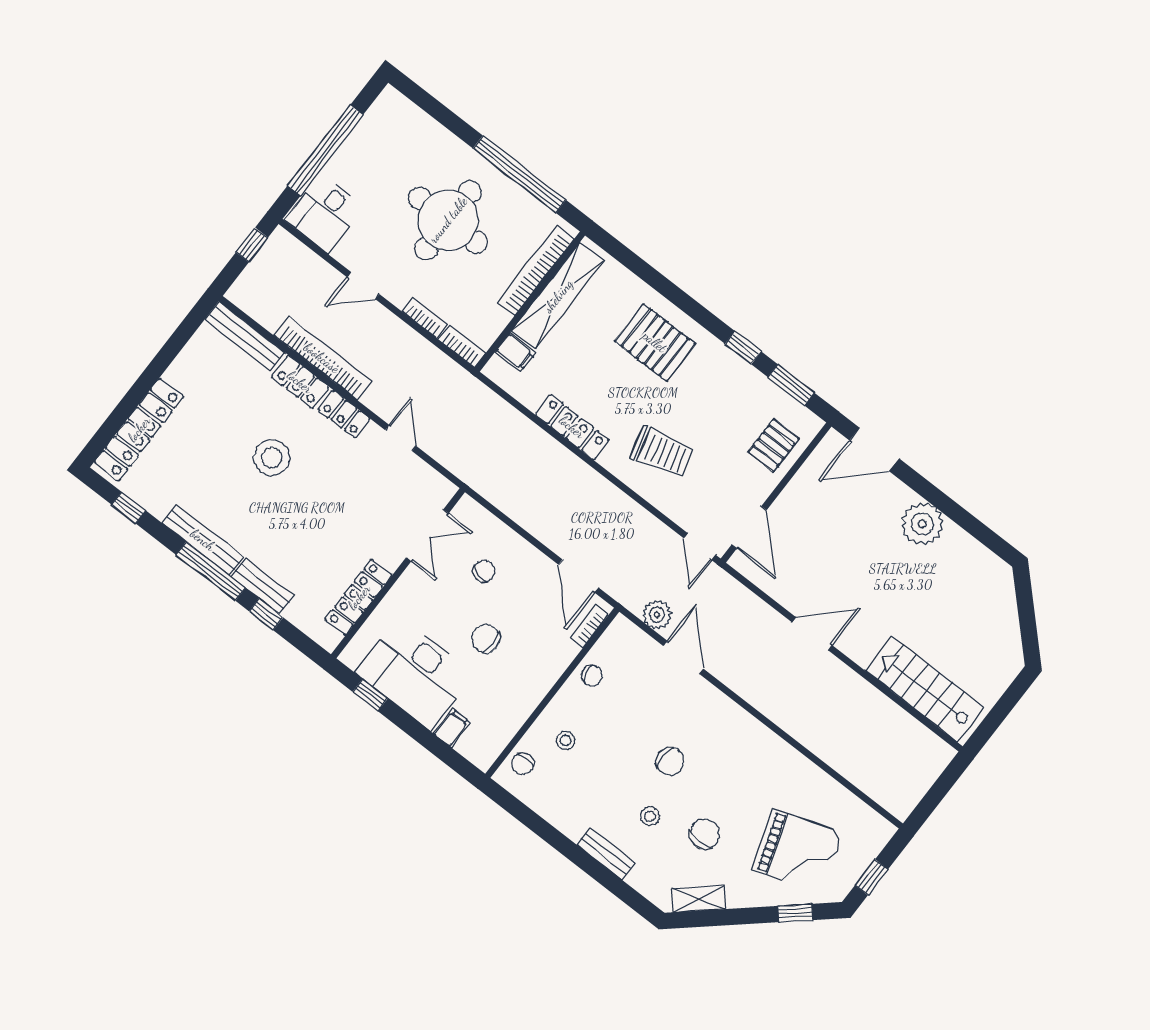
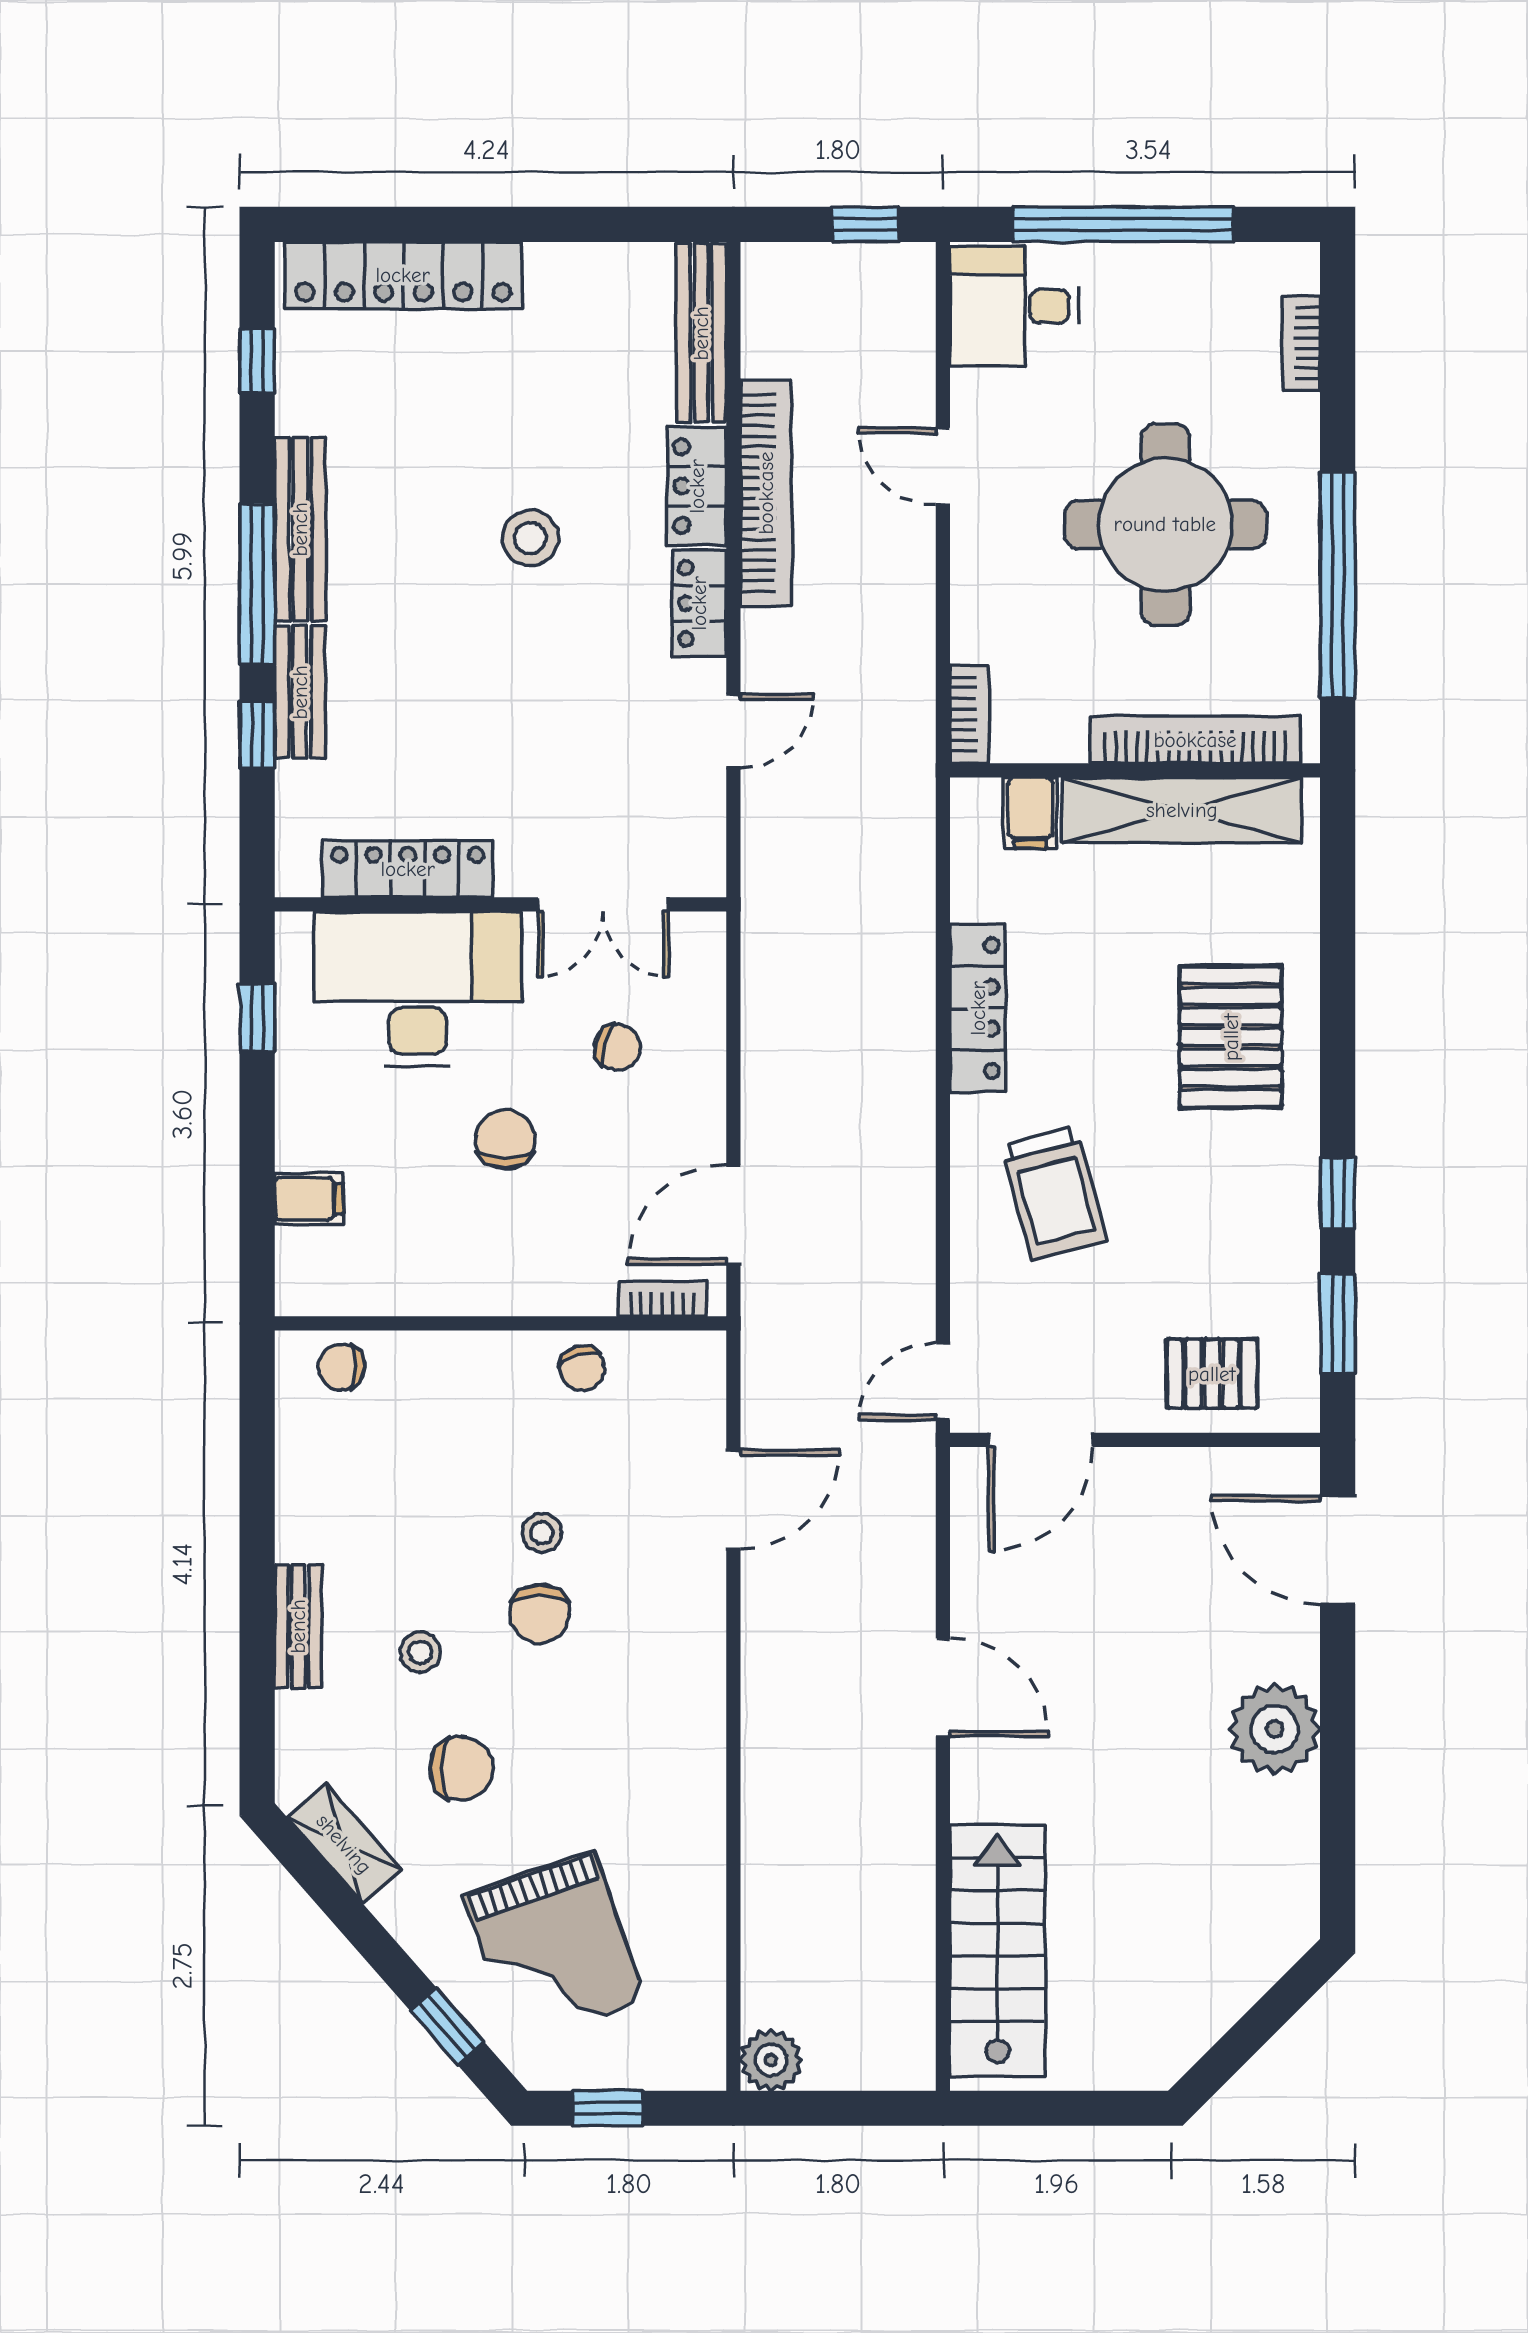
bookcase: (424, 318) -> (1301, 343), moved, turned 180
stool: (272, 458) -> (530, 538), width x0.73, depth x0.73
plant: (657, 615) -> (771, 2060), moved
desk: (415, 674) -> (418, 989), moved, turned 90
stool: (566, 740) -> (542, 1533), moved

